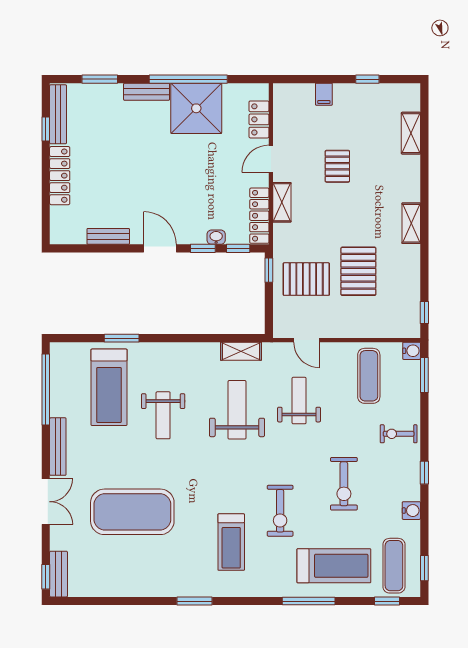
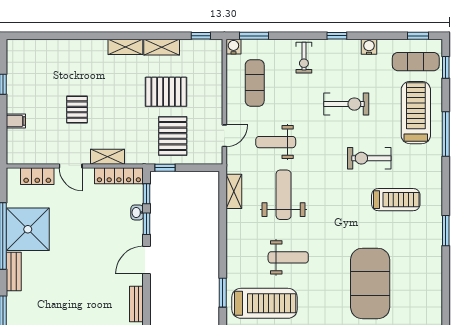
shelving: (411, 133) -> (162, 47), moved
pallet: (337, 166) -> (77, 110), turned 90
exercise mat: (369, 376) -> (255, 83), turned 90
weight bench: (237, 410) -> (284, 195), turned 90
exercise bike: (280, 511) -> (369, 158), turned 180

